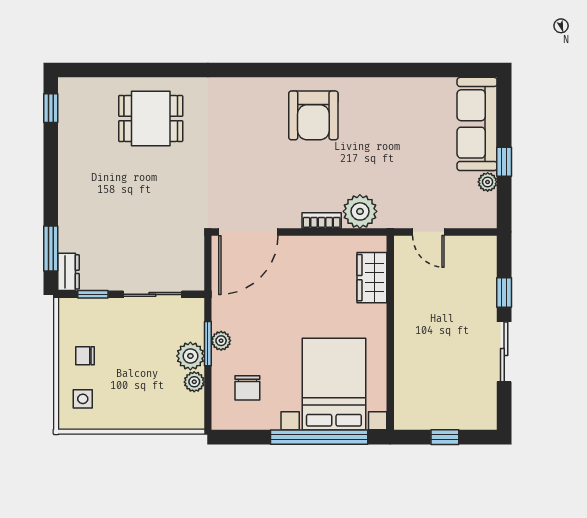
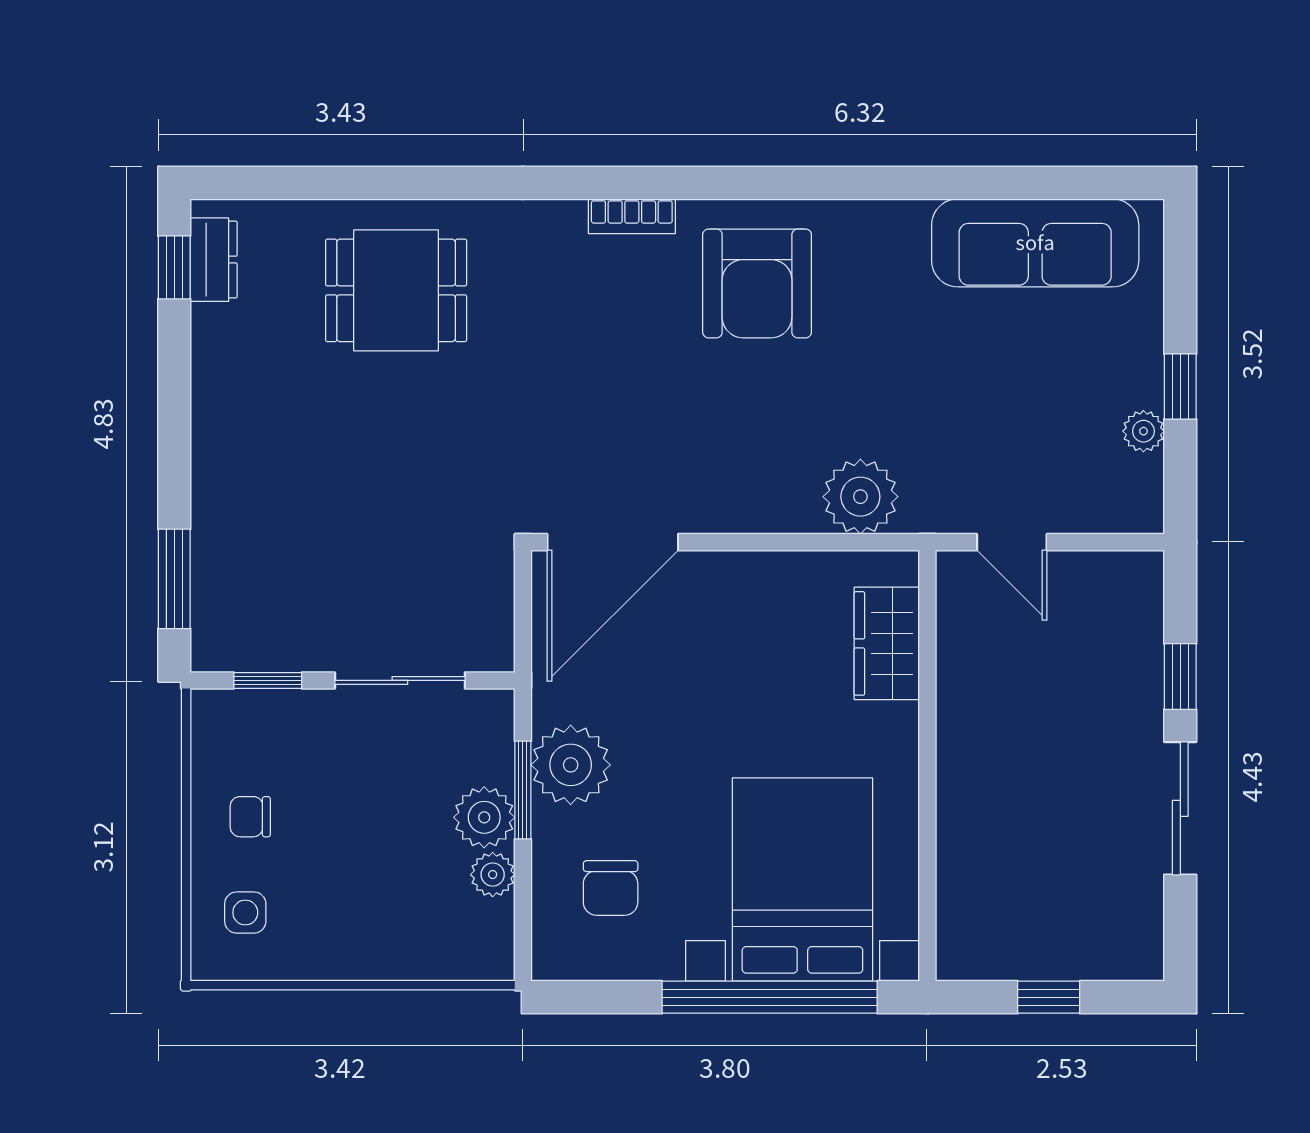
sofa: (477, 124) -> (1035, 243), moved, turned -90
bookcase: (322, 221) -> (632, 216), moved, turned 180
dresser: (69, 272) -> (214, 260), moved
plant: (221, 341) -> (571, 765), width x1.88, depth x1.88

